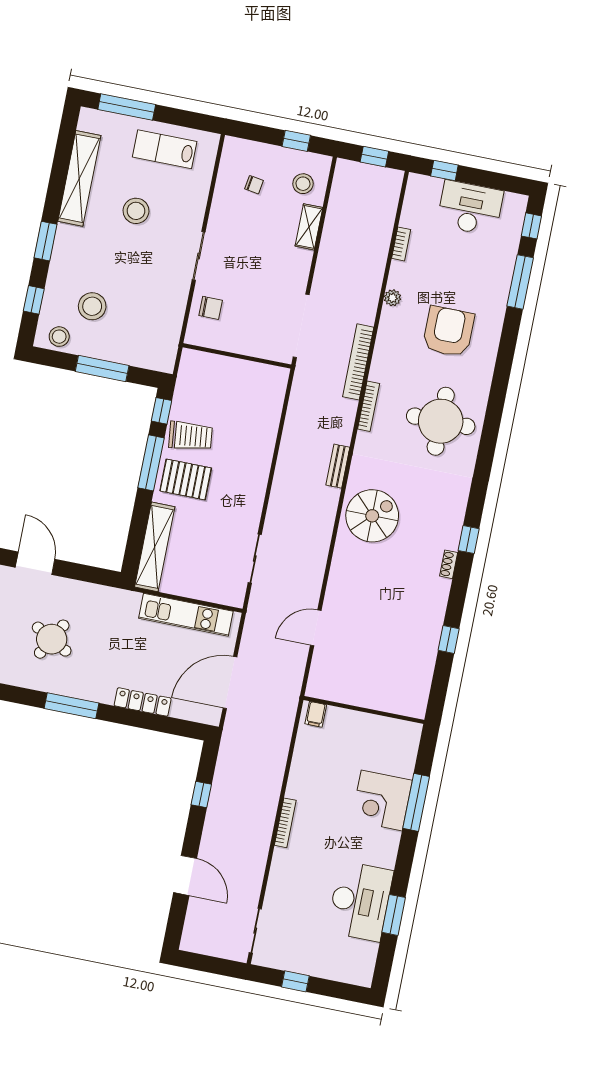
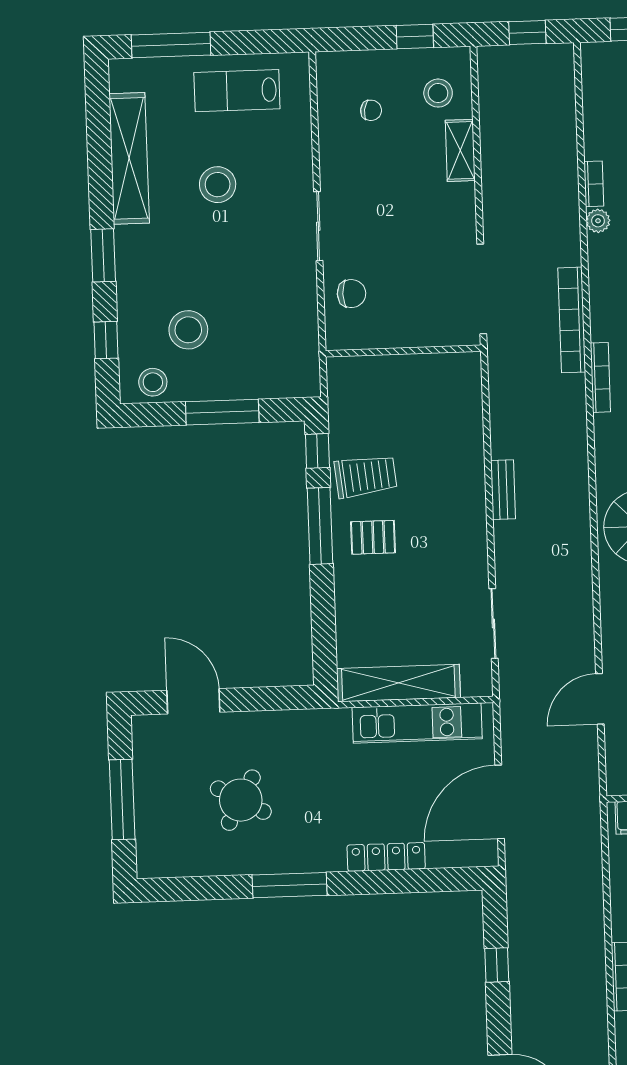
bookcase: (401, 244) -> (594, 184), moved
bench: (338, 466) -> (503, 490), moved
pallet: (186, 479) -> (373, 537), width x0.67, depth x0.71
shelving: (155, 547) -> (398, 683), moved, turned 90

